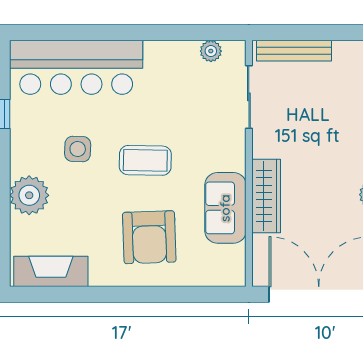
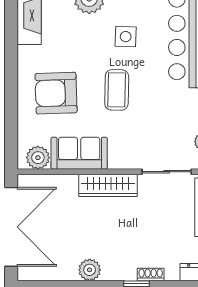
wardrobe: (266, 196) -> (108, 185), moved
plant: (231, 260) -> (38, 158), added

